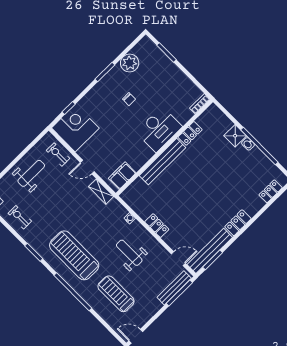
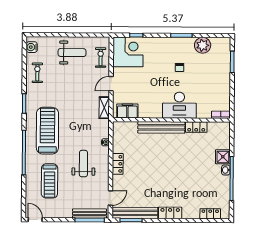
door: (87, 167) -> (111, 84), hinge flipped
door: (178, 259) -> (110, 198), hinge flipped
treadmill: (116, 294) -> (50, 181), turned 180

